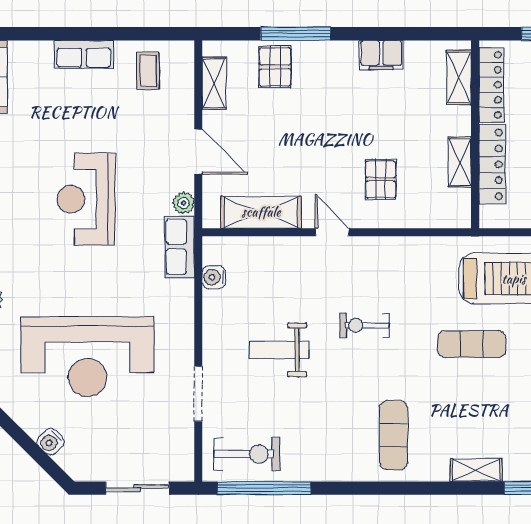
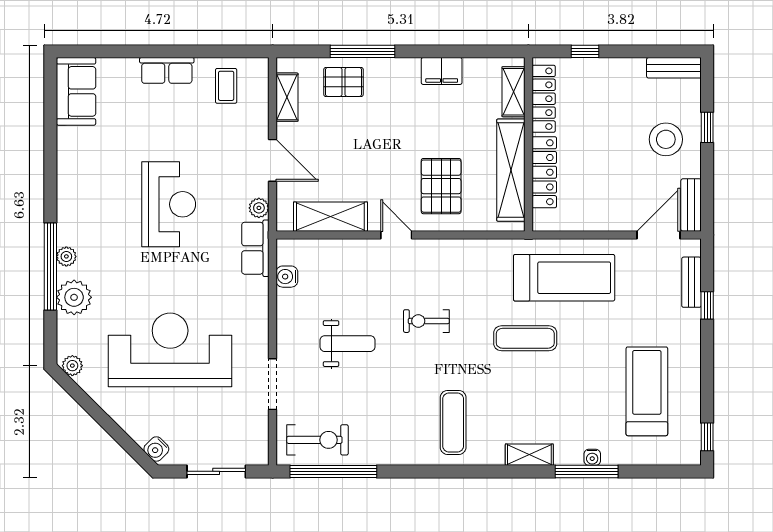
pallet: (275, 67) -> (344, 82), turned 90
shelving: (460, 162) -> (511, 170), width x2.20, depth x1.33
pallet: (381, 179) -> (441, 186), width x1.50, depth x1.42
reception desk: (86, 199) -> (169, 204), turned 180
weight bench: (279, 350) -> (347, 344), turned 180
reception desk: (87, 357) -> (170, 350), turned 180
water cooler: (50, 442) -> (156, 449), moved

